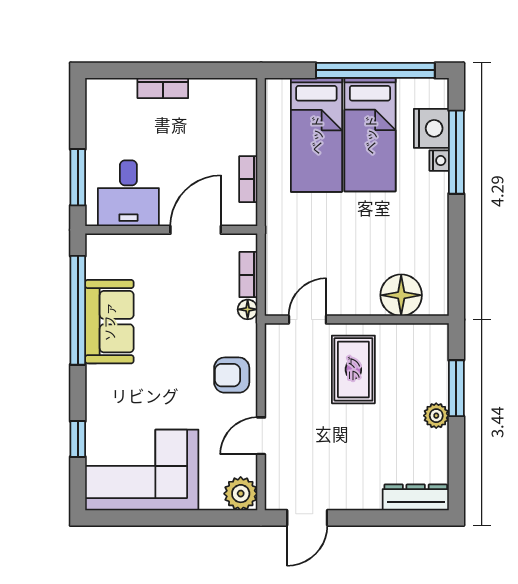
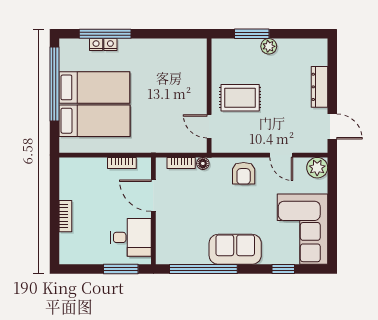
nightstand: (431, 128) -> (96, 45), width x0.53, depth x0.56
floor lamp: (401, 295) -> (194, 68), removed
sofa: (109, 322) -> (235, 249), moved
dresser: (416, 497) -> (320, 87), moved

